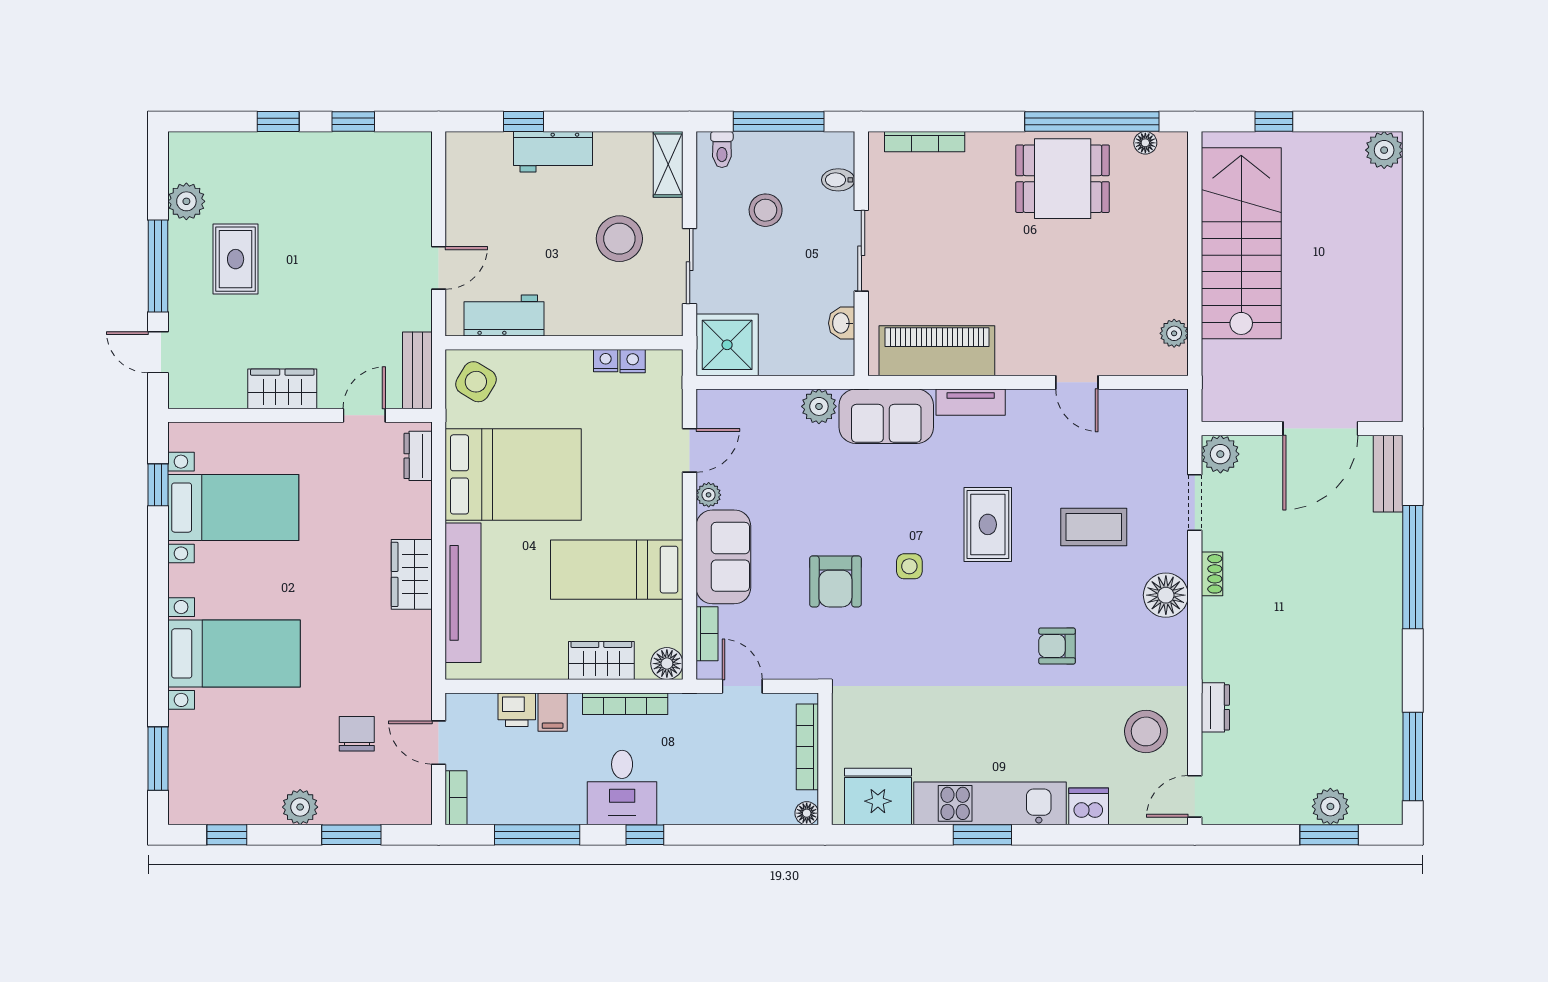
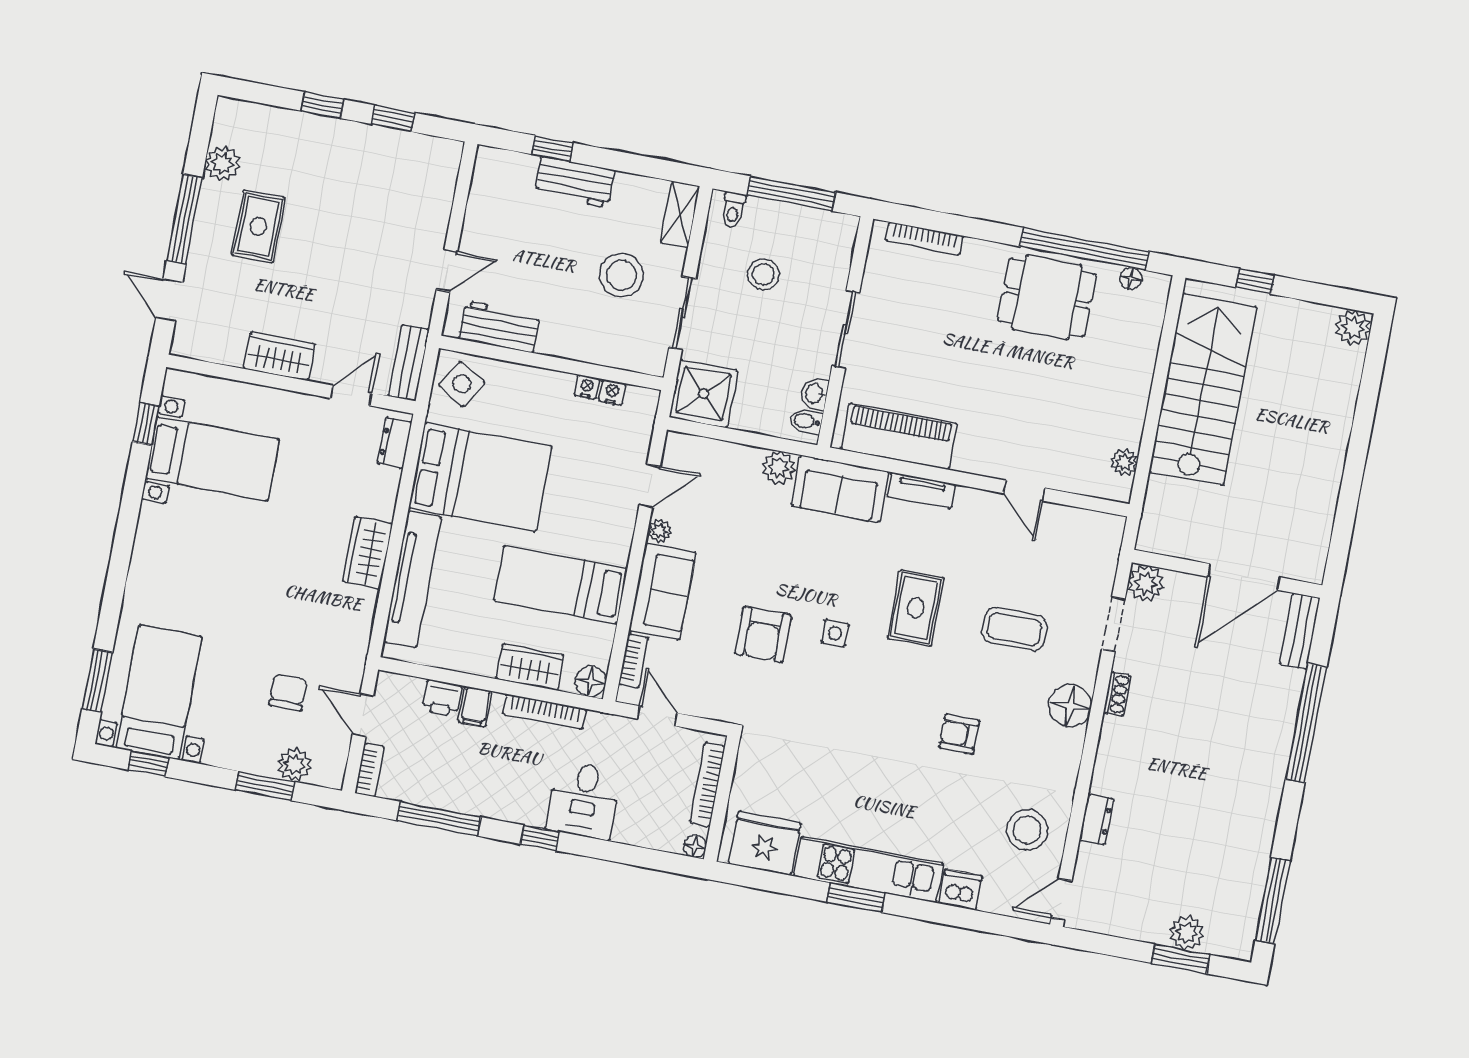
bidet: (838, 180) -> (806, 421), moved
bed with nightstands: (234, 653) -> (159, 692), moved, turned -90
desk: (622, 788) -> (584, 800), moved
plant: (300, 807) -> (294, 765), moved

